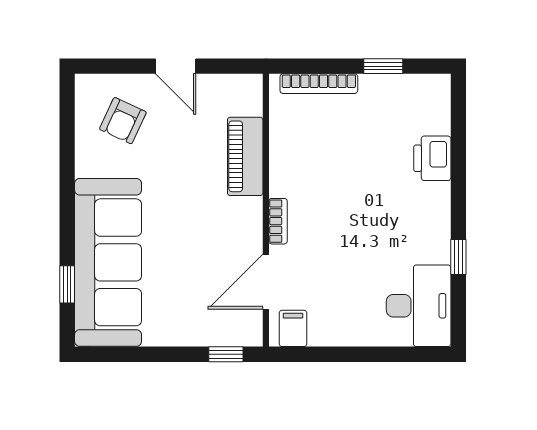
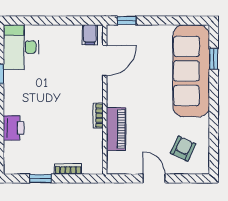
bookcase: (319, 84) -> (68, 169), width x0.64
bookcase: (278, 221) -> (98, 116), moved

